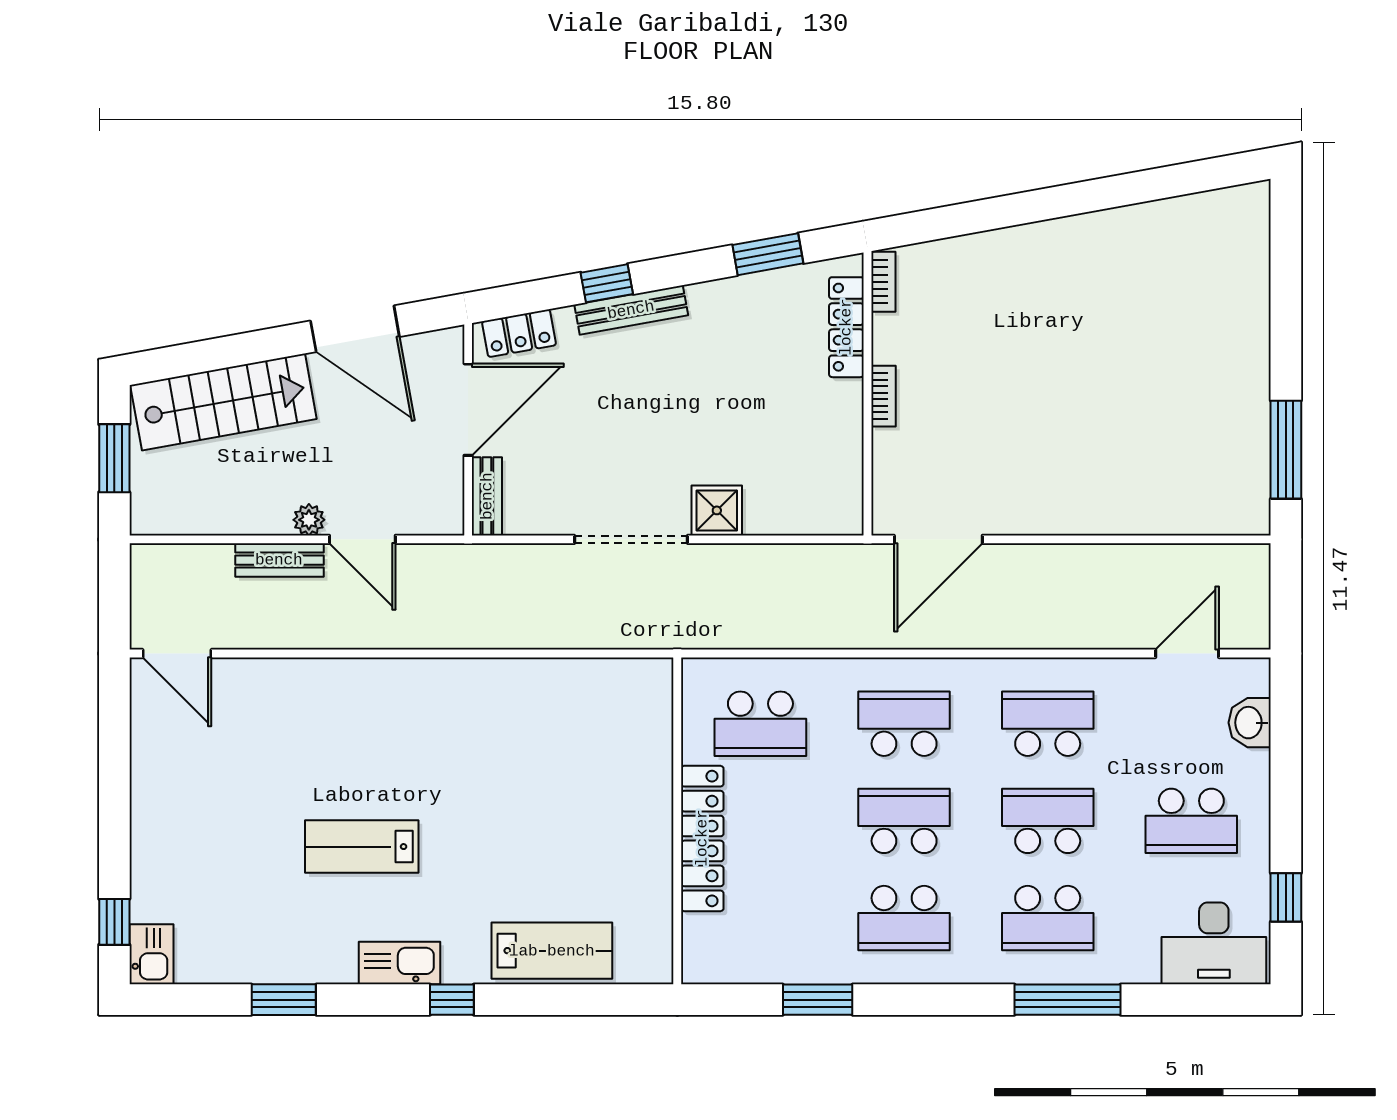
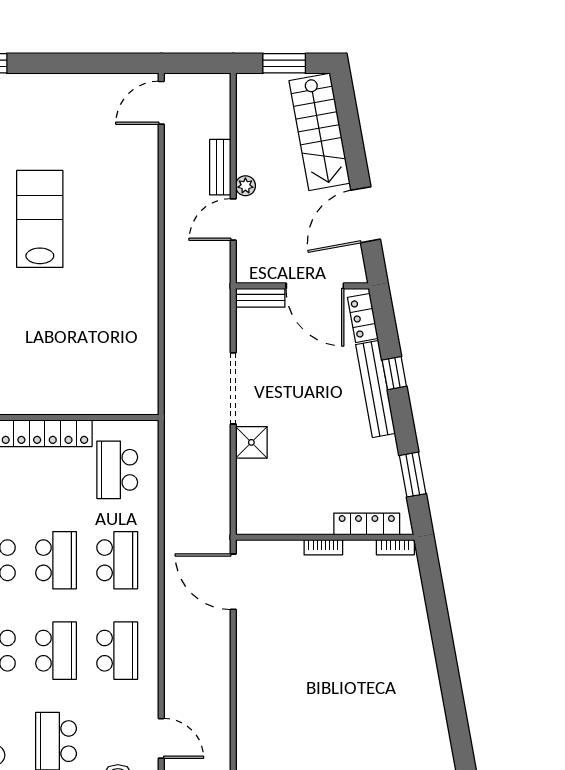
bench: (631, 310) -> (375, 389), width x1.37, depth x1.21
lab bench: (362, 847) -> (40, 219), width x1.36, depth x1.39

